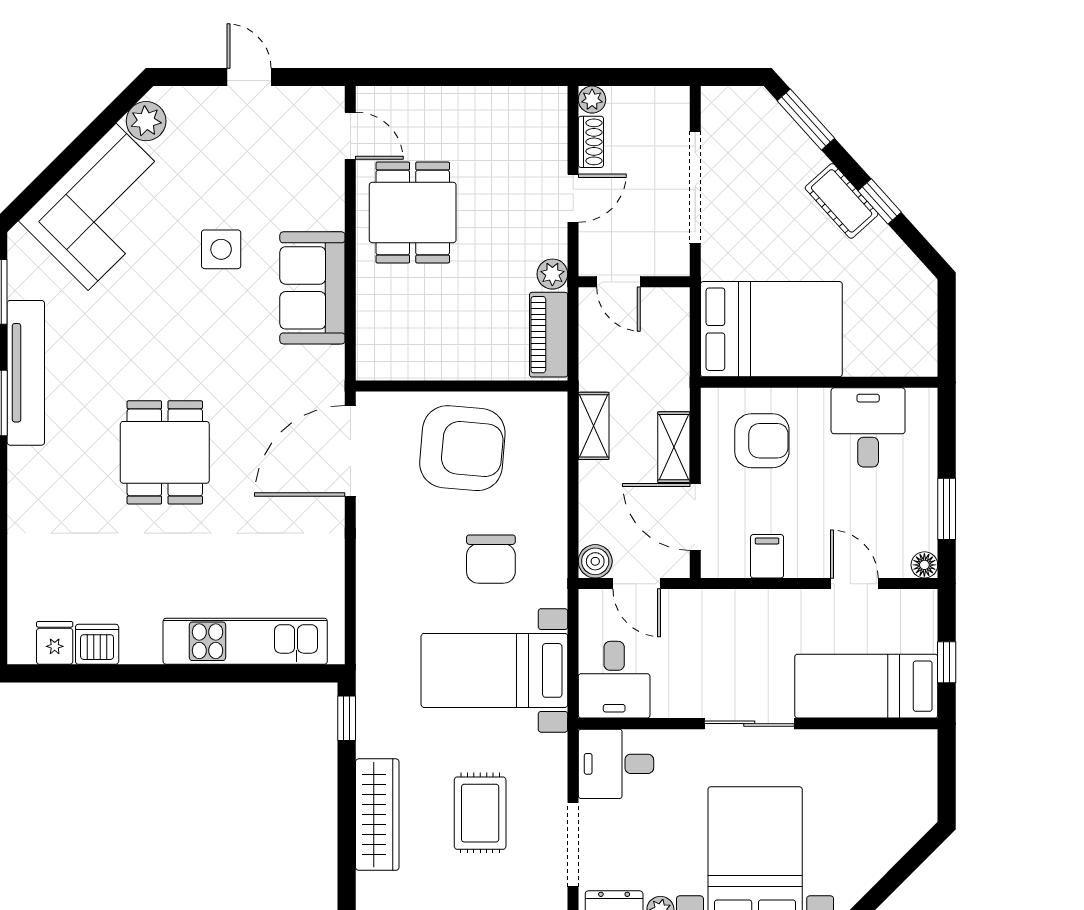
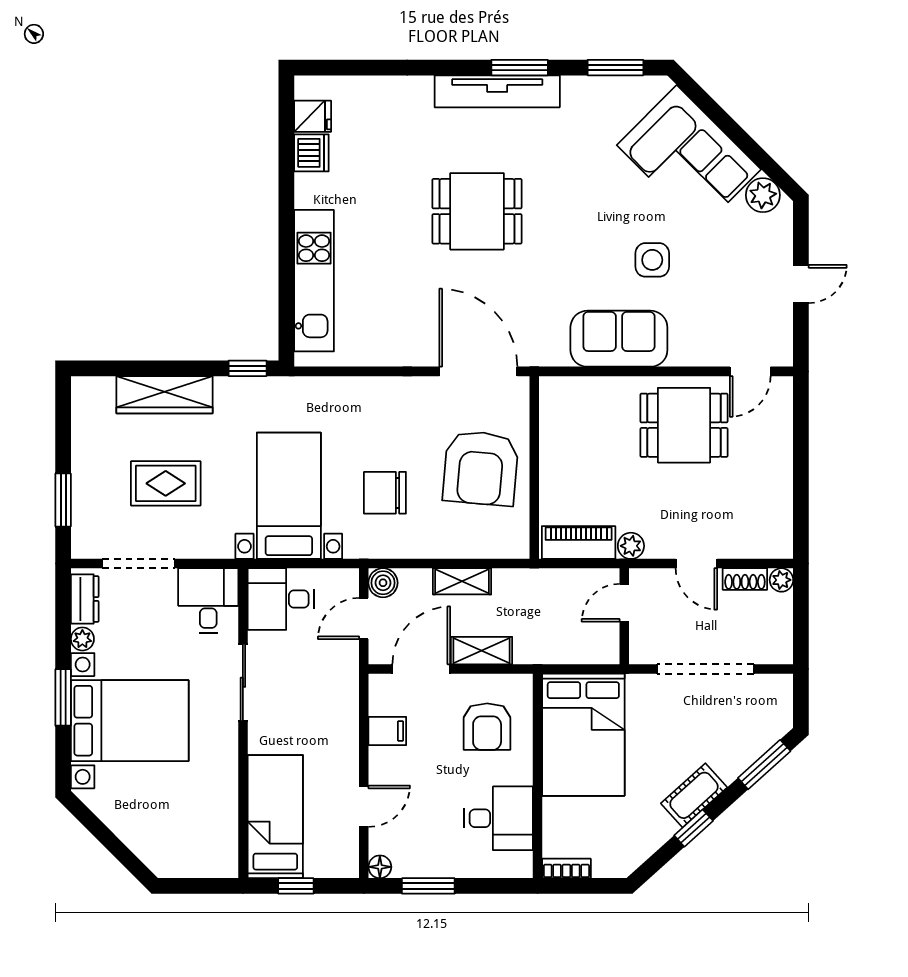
bookcase: (926, 349) -> (566, 868), added
tv unit: (26, 373) -> (497, 91), moved
shelving: (594, 426) -> (462, 581), moved
sliding door: (749, 724) -> (243, 682), moved

